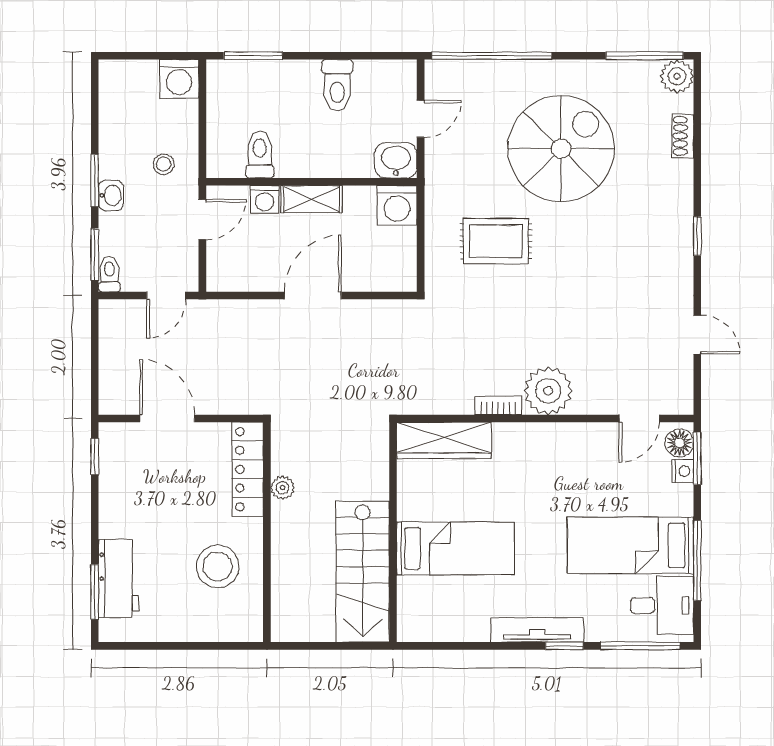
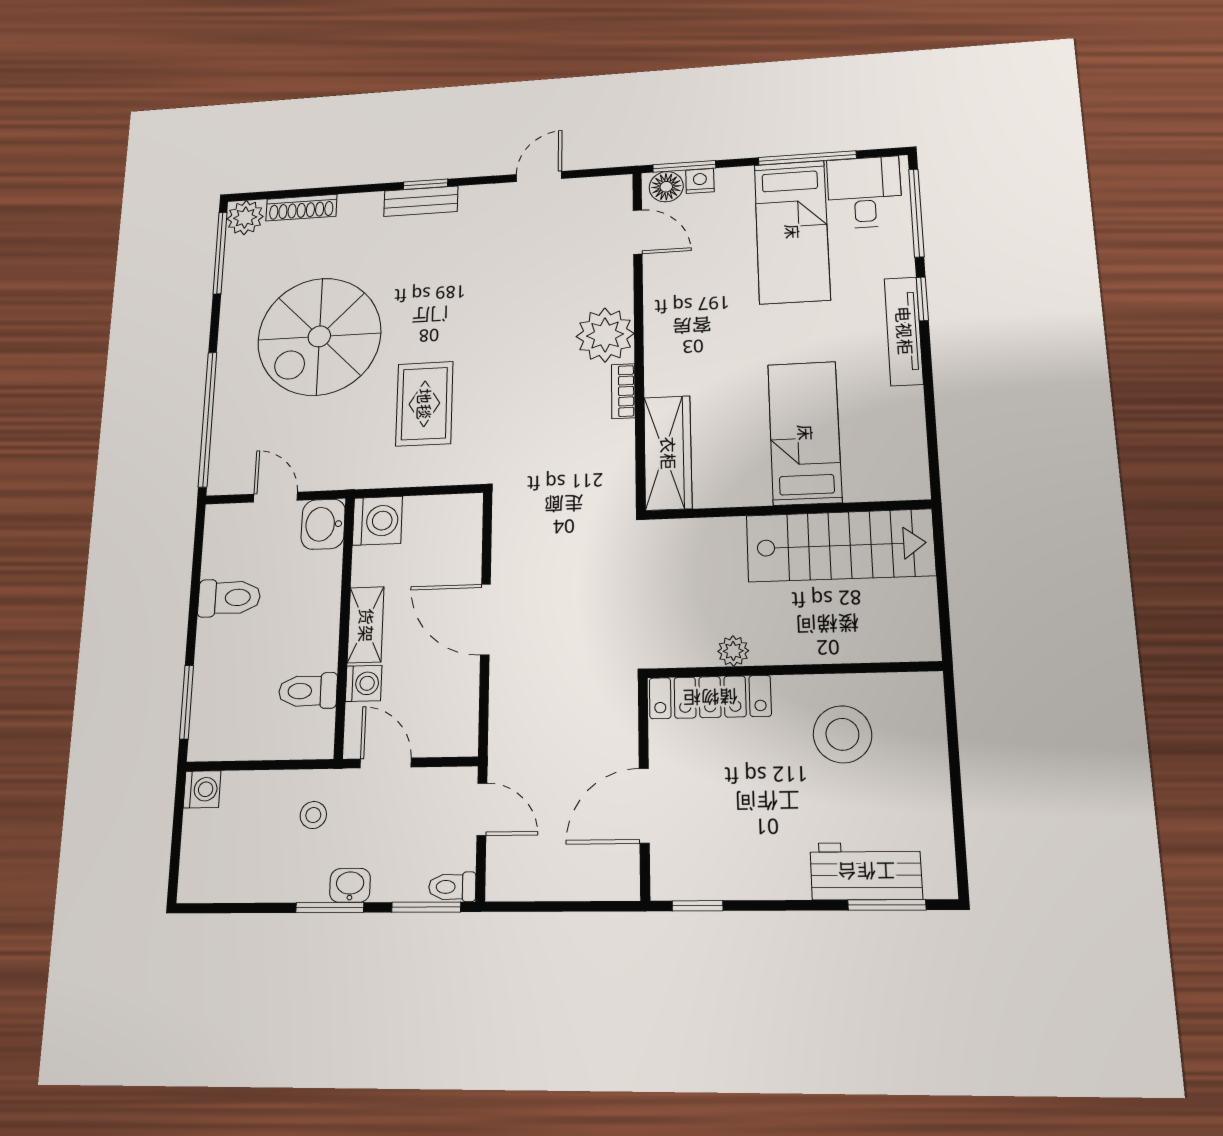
washing machine: (179, 79) -> (202, 789), width x0.73, depth x0.73
shoe rack: (683, 136) -> (301, 208), width x1.43
spiral stairs: (561, 149) -> (319, 336), turned -90
bench: (681, 232) -> (421, 201), added

